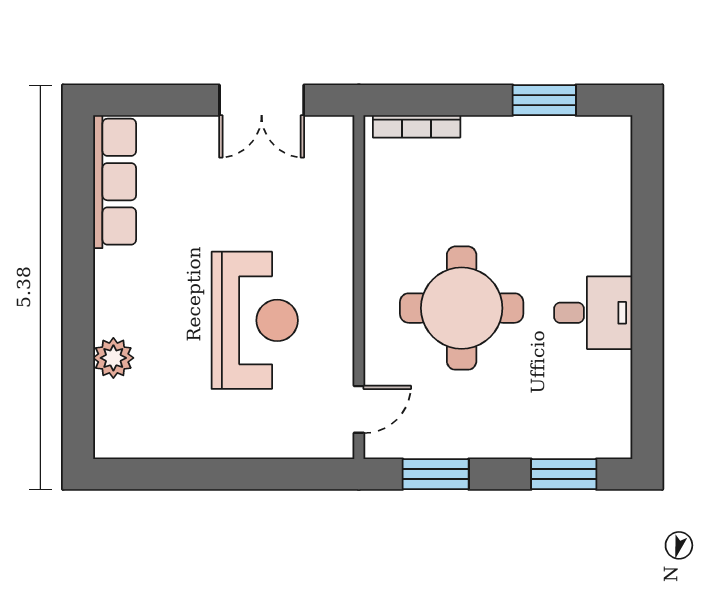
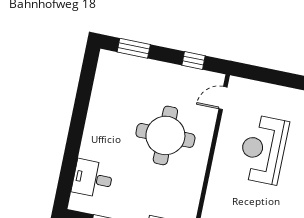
desk: (593, 313) -> (93, 179), moved
window: (436, 474) -> (193, 60), width x0.67

